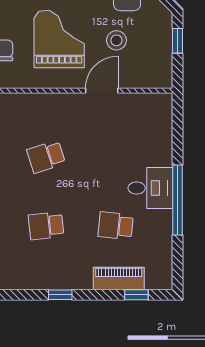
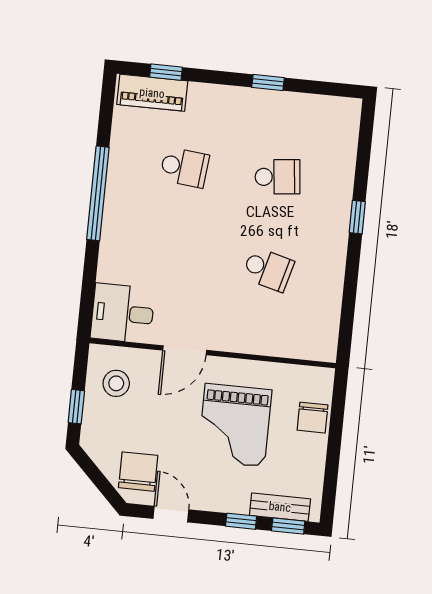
stool: (116, 40) -> (116, 383), moved
school desk: (46, 157) -> (268, 269), turned 33
desk: (150, 188) -> (123, 313), moved
piano: (119, 279) -> (152, 93), moved

